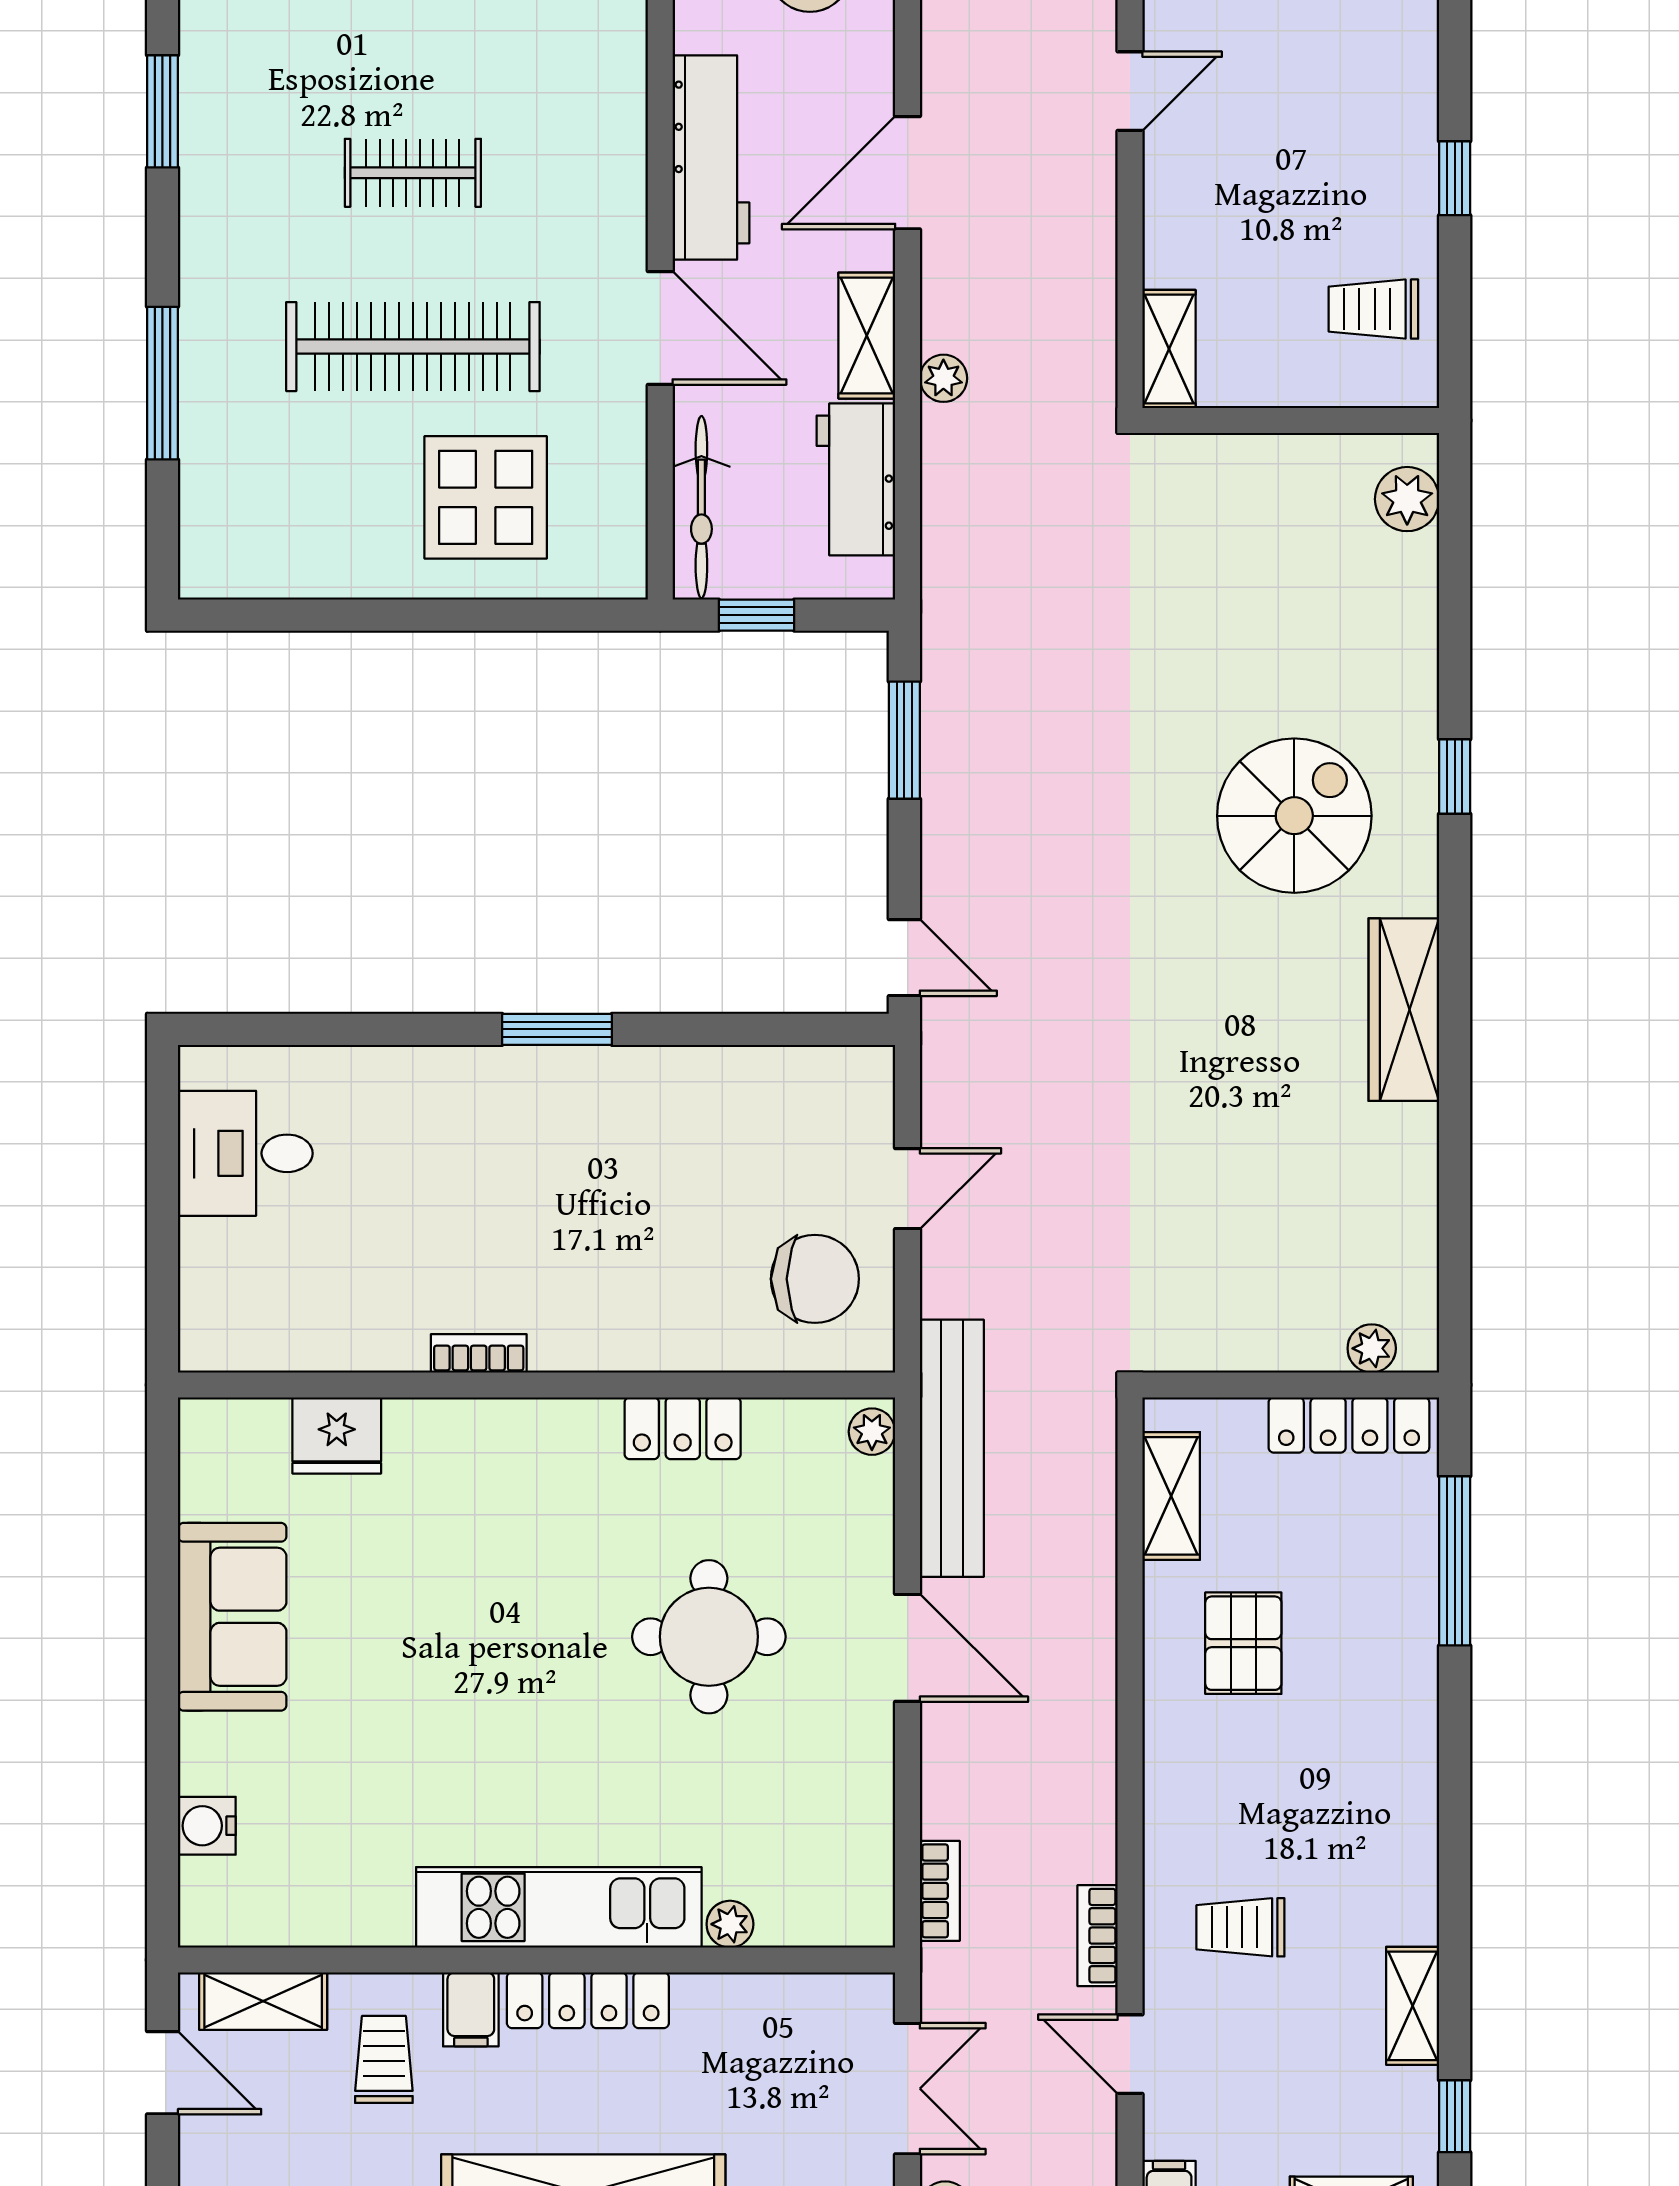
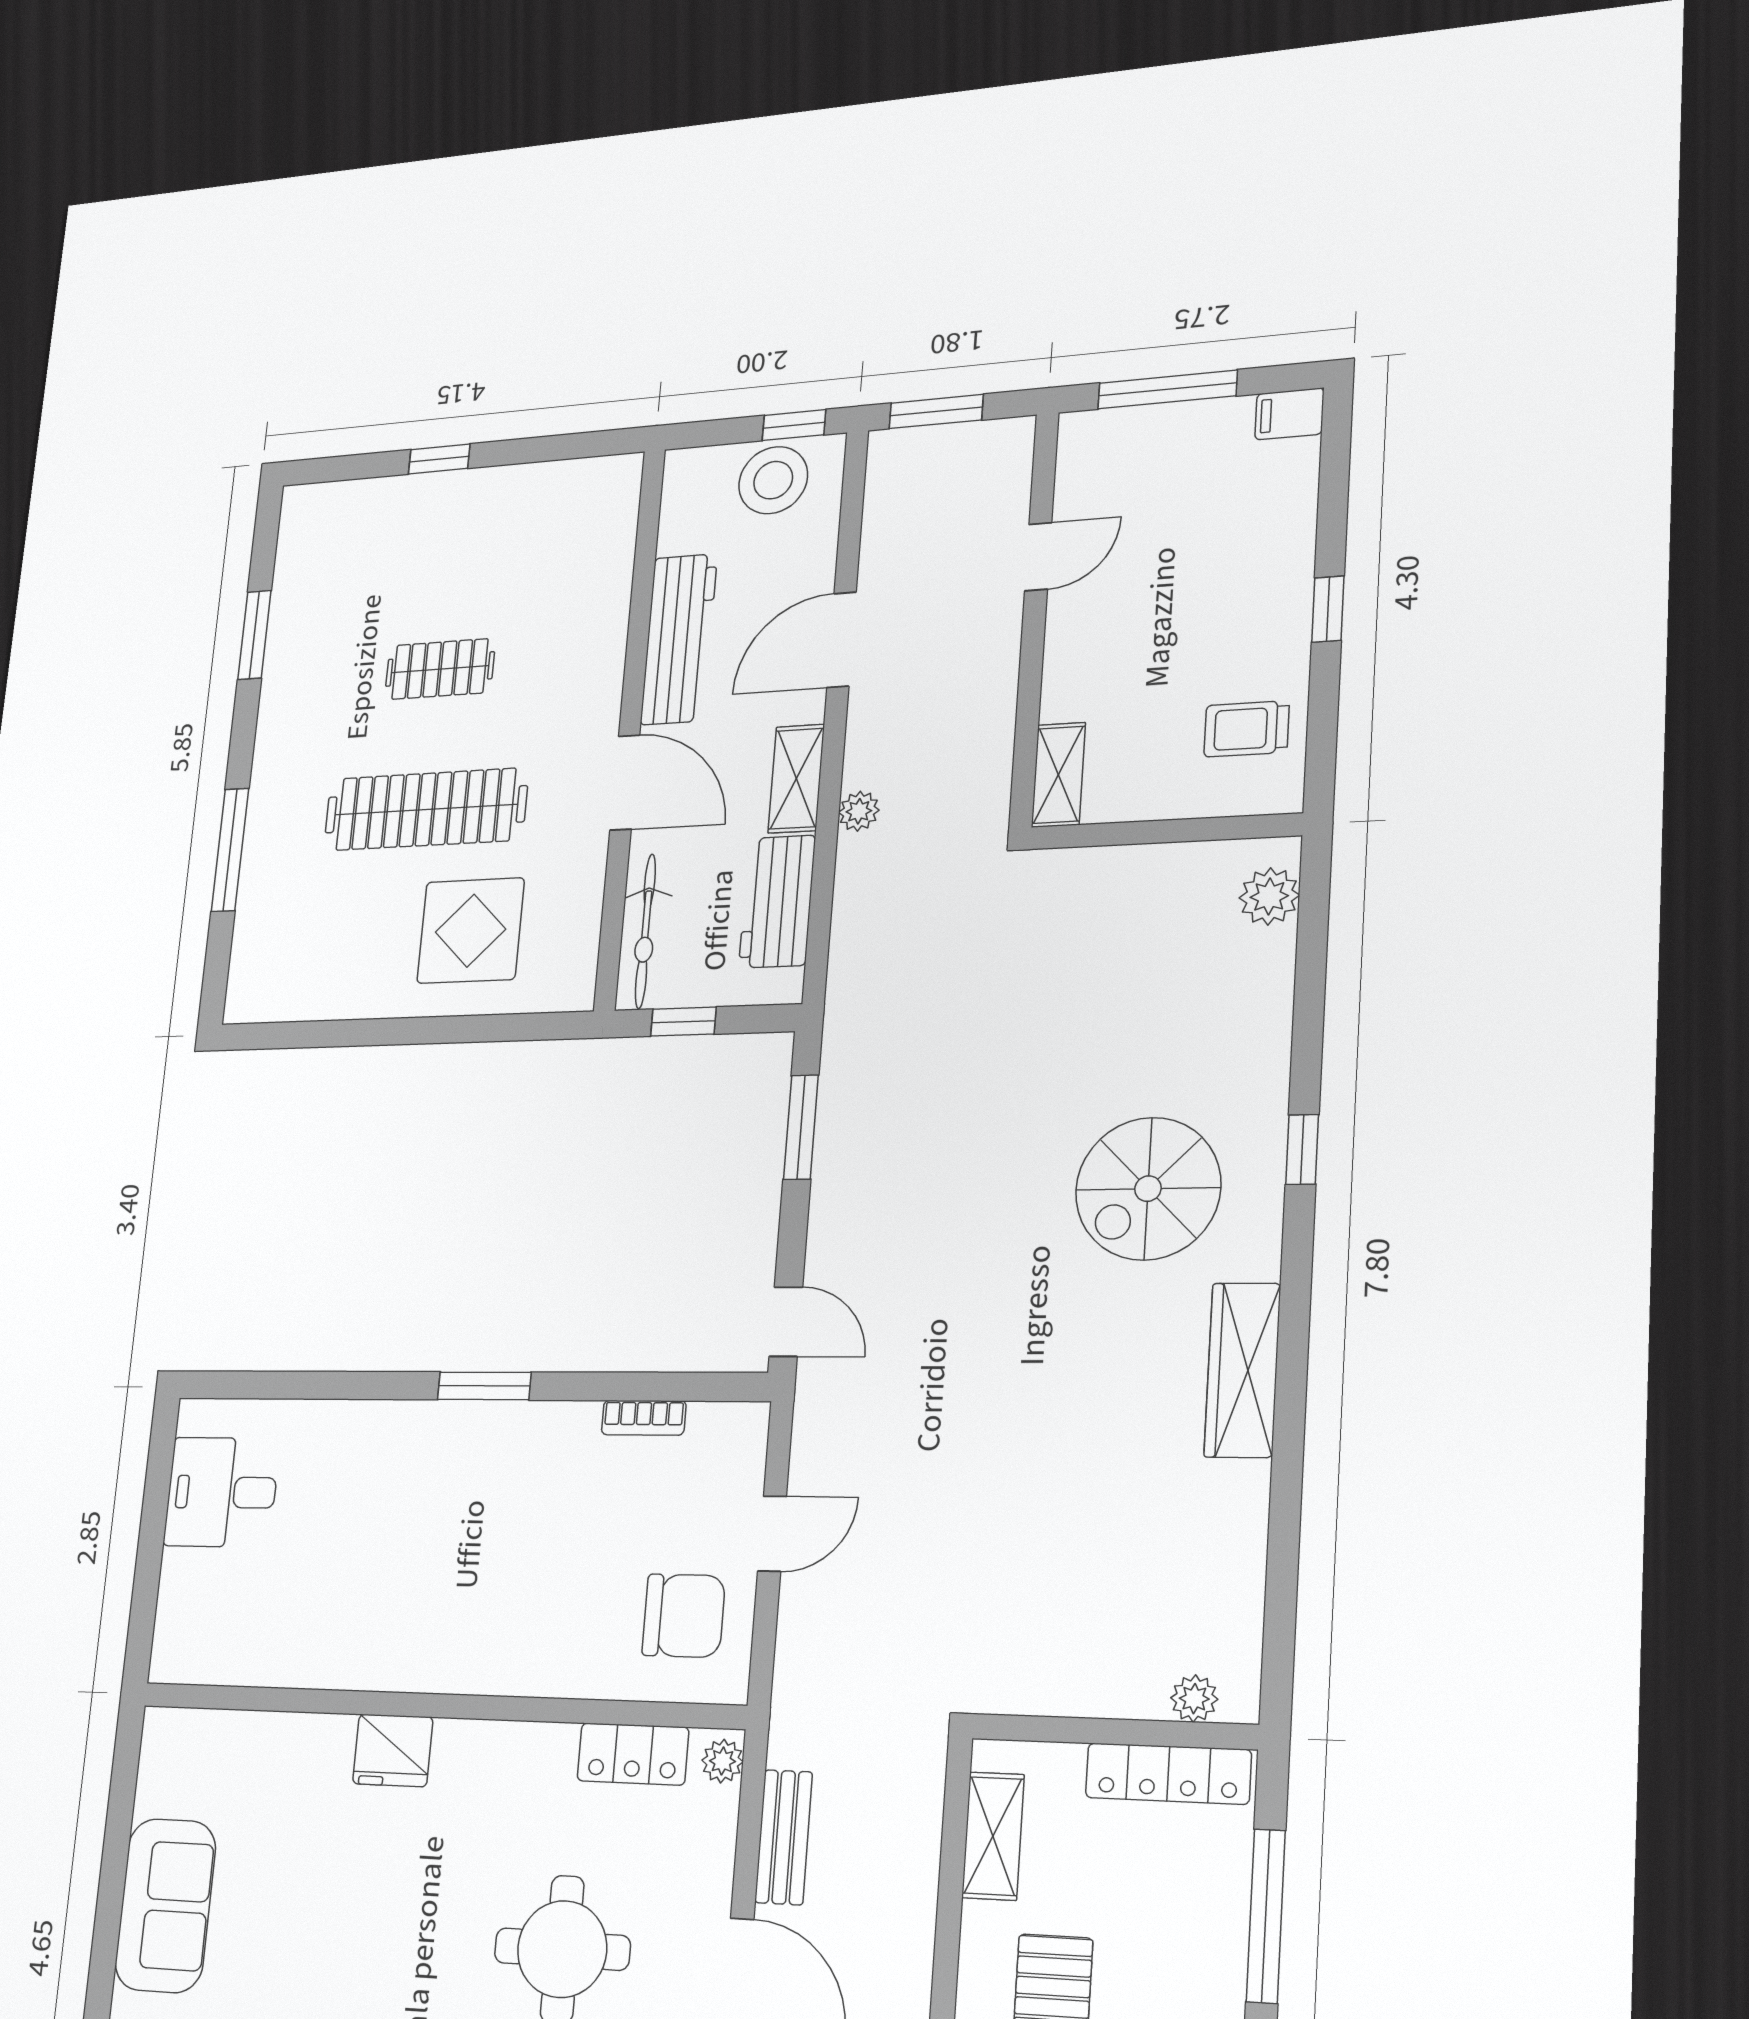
spiral stairs: (1294, 816) -> (1148, 1189), turned 180
bookcase: (479, 1353) -> (644, 1418), moved, turned 180
locker: (683, 1428) -> (633, 1754), moved
fridge: (337, 1435) -> (393, 1750), moved
bench: (952, 1448) -> (784, 1837), width x0.54, depth x0.82

